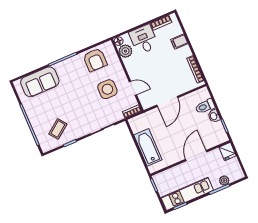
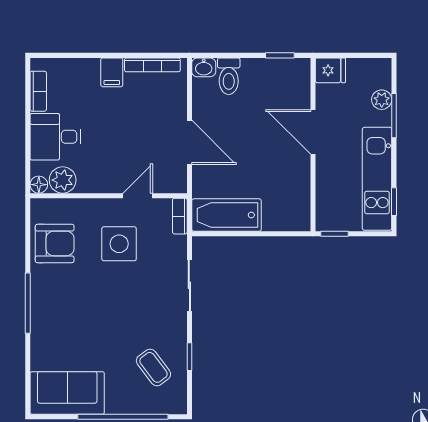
filing cabinet: (179, 42) -> (112, 72), moved
sofa: (40, 82) -> (67, 393), moved, turned -90
washbasin: (214, 116) -> (204, 67), moved
bathtub: (148, 147) -> (226, 215), moved

